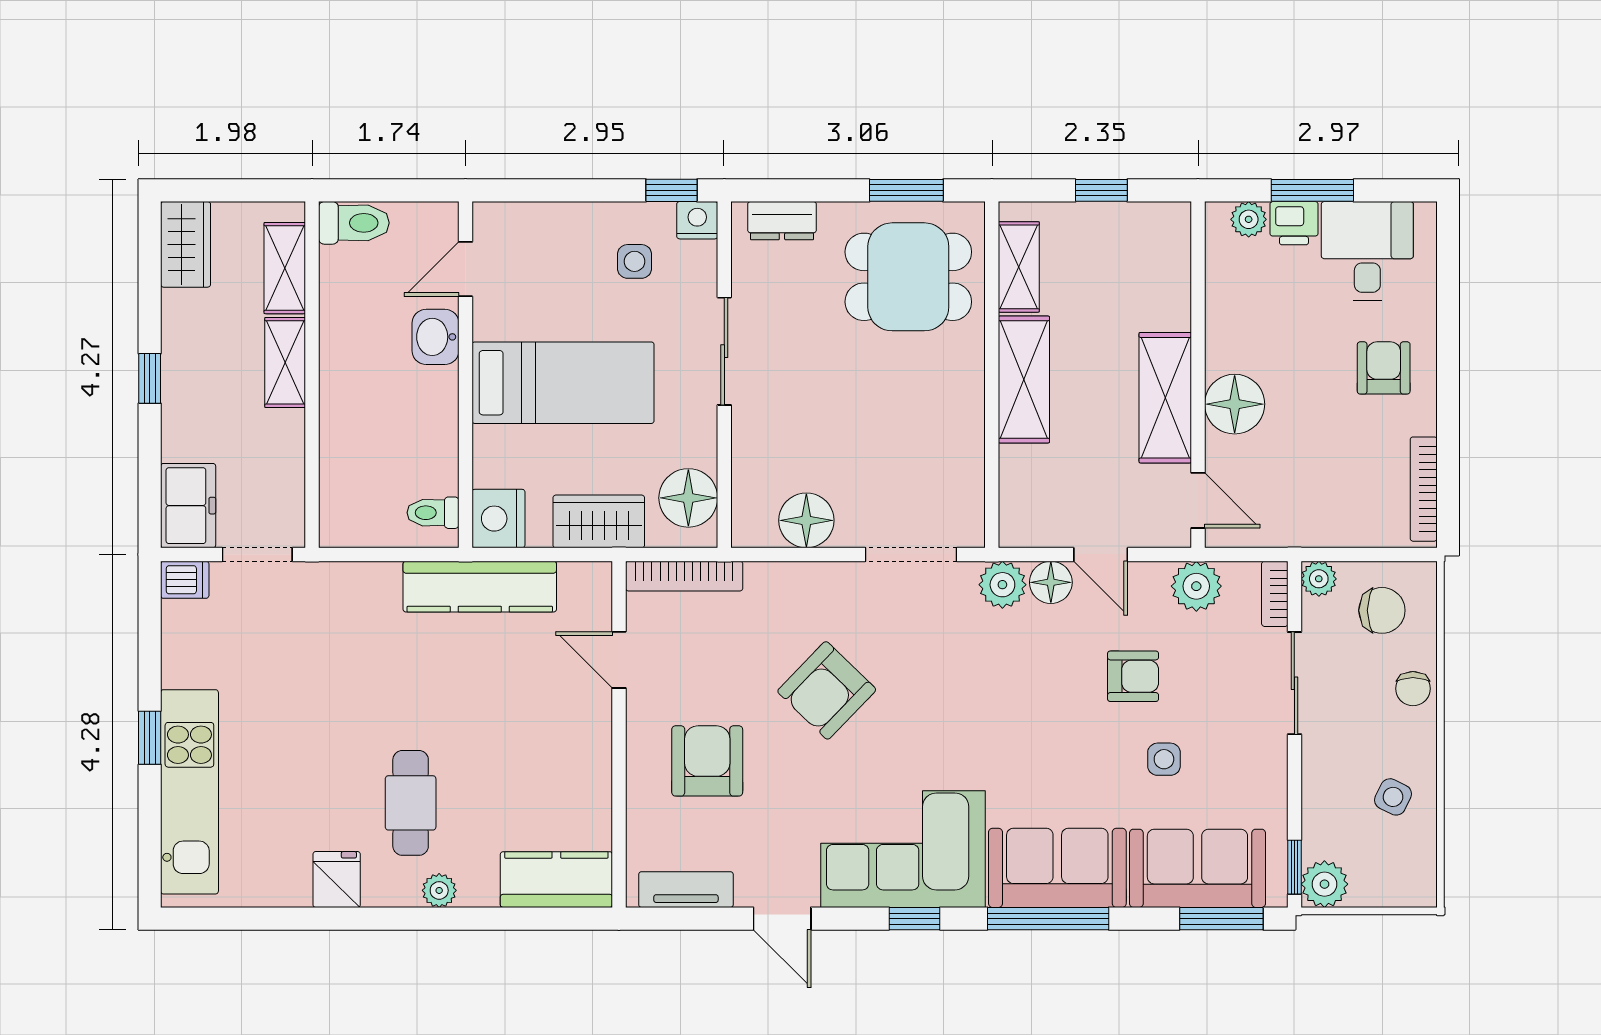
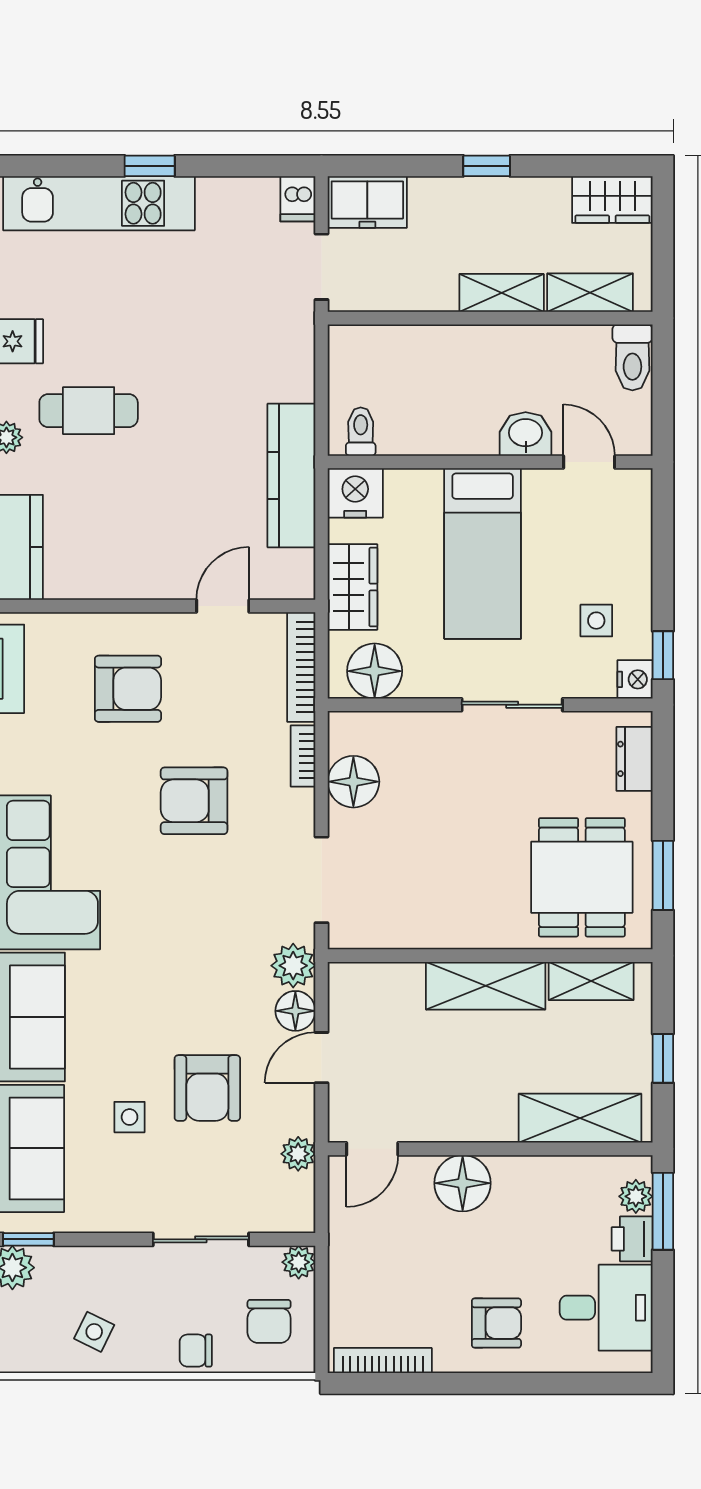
window: (1312, 190) -> (663, 1211), moved
shelving: (1165, 398) -> (580, 1118), moved
plant: (1196, 586) -> (298, 1154), width x0.73, depth x0.73
bookcase: (1275, 594) -> (303, 756), moved, turned -90
armchair: (1133, 676) -> (207, 1088), width x1.38, depth x1.38
armchair: (827, 690) -> (194, 801), turned -44

